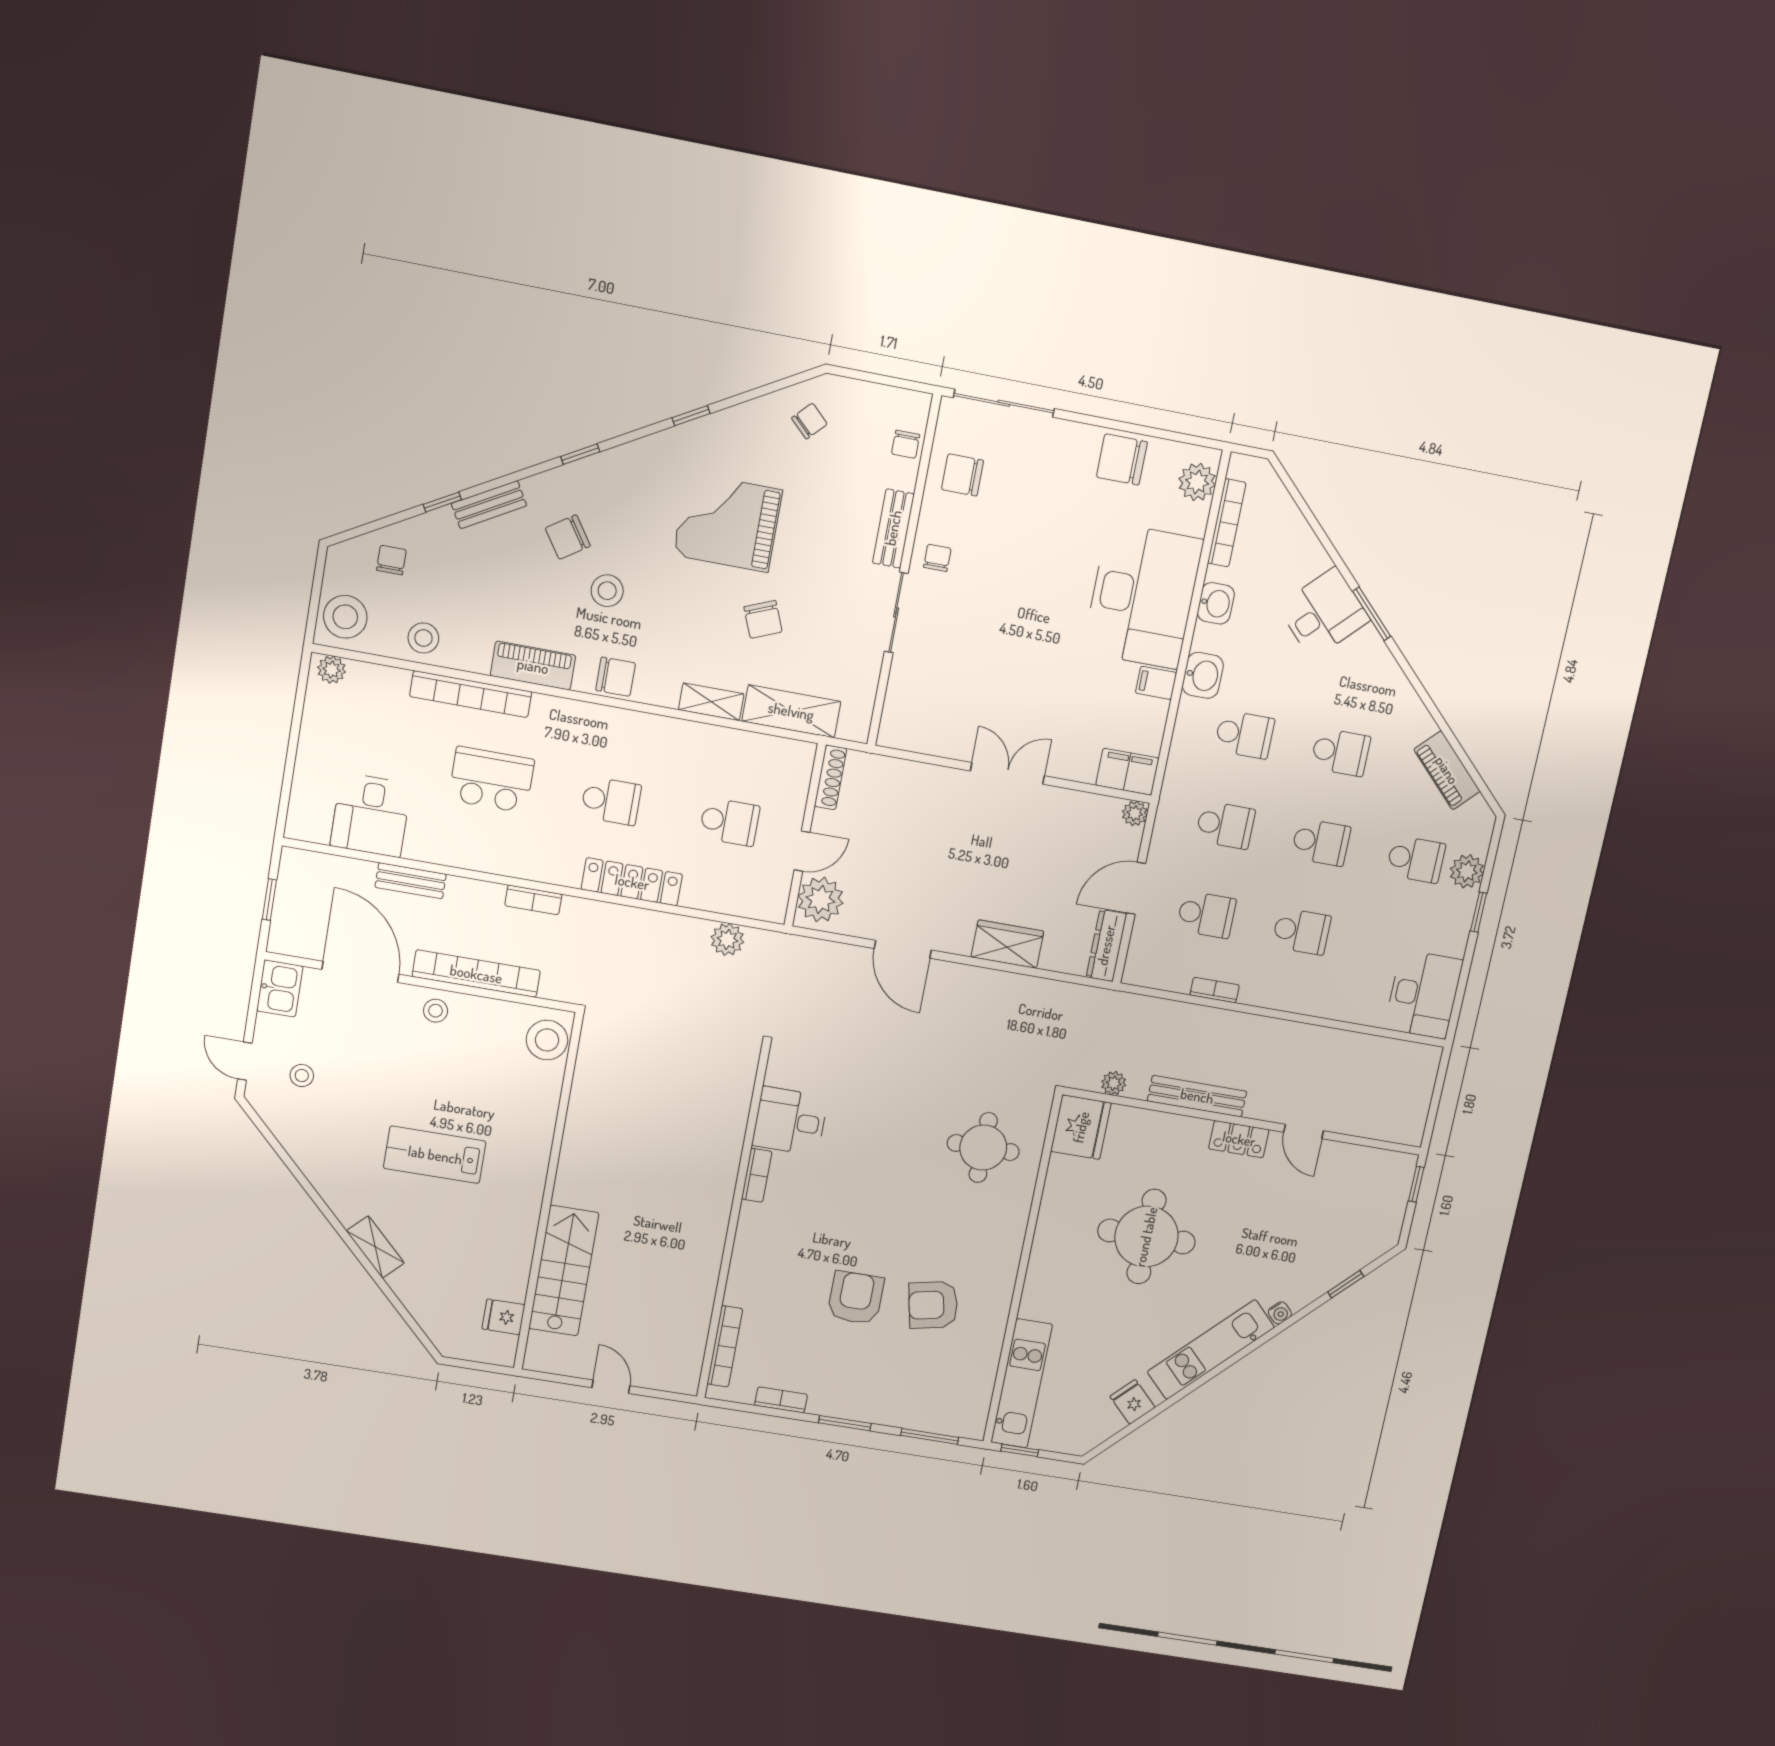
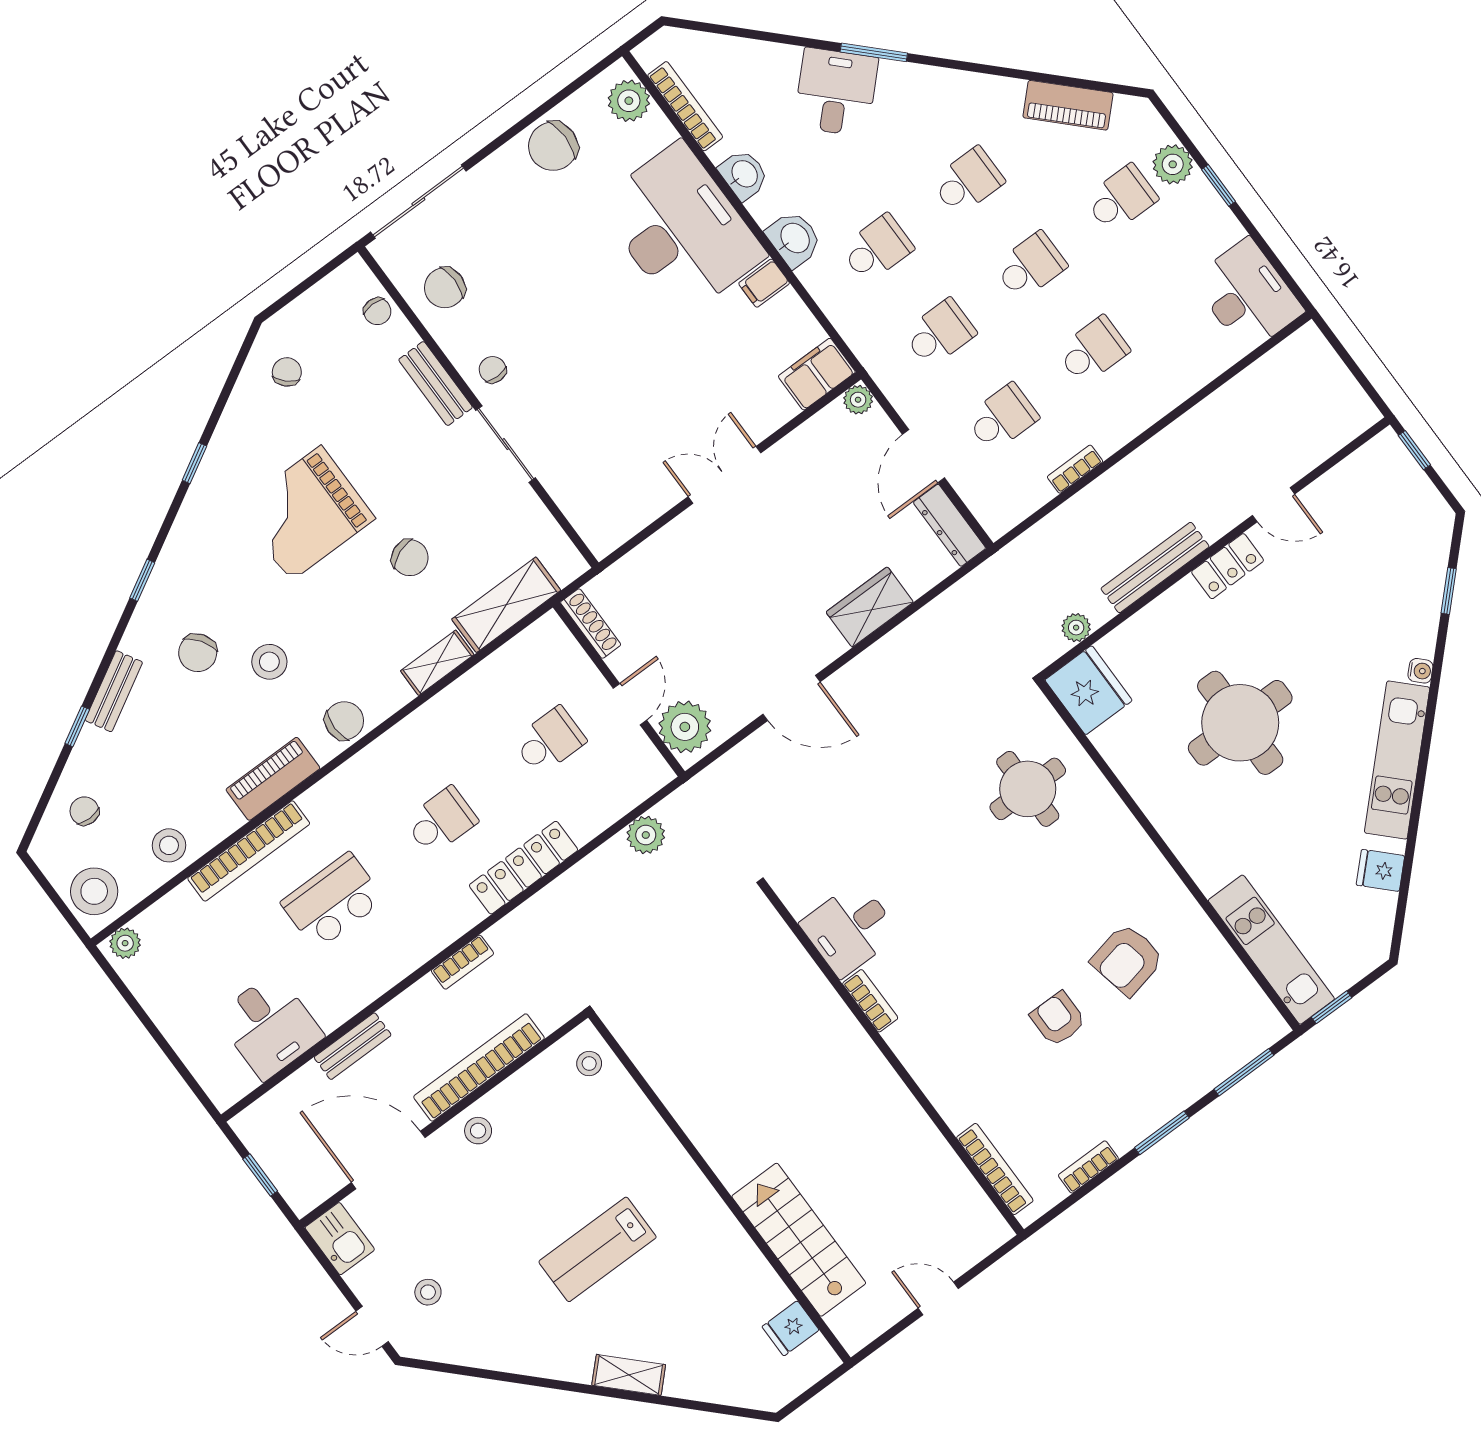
stool: (547, 1040) -> (589, 1064), width x0.53, depth x0.53
armchair: (856, 1298) -> (1058, 1019), width x0.72, depth x0.72

